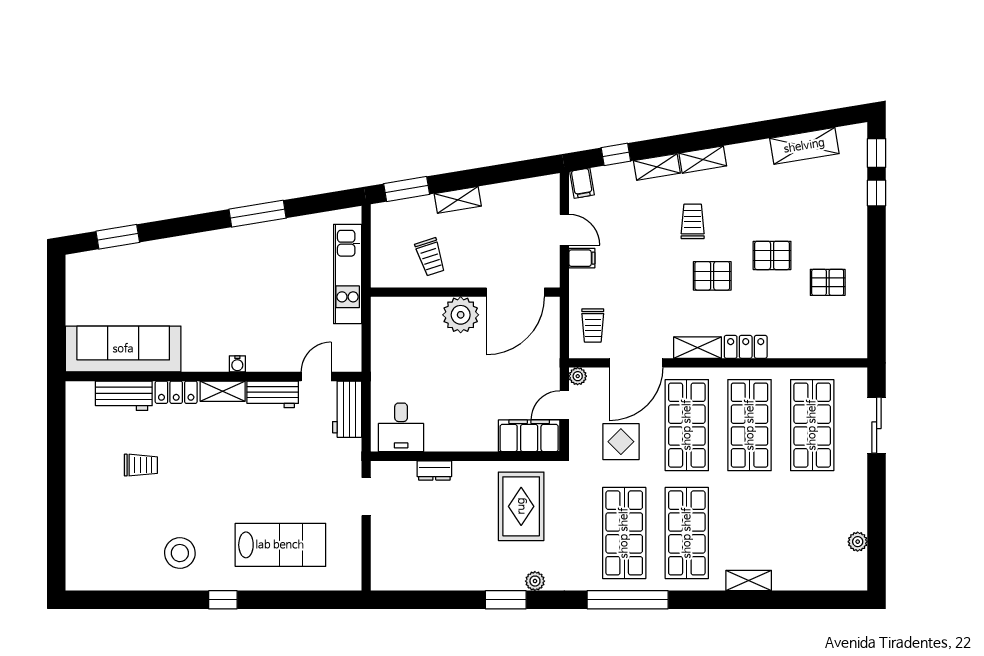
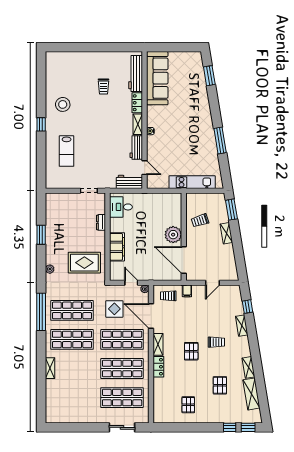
shelving: (703, 160) -> (249, 367), moved
filing cabinet: (582, 183) -> (234, 291), removed
pallet: (772, 255) -> (220, 385), moved
filing cabinet: (582, 258) -> (187, 291), moved
workbench: (124, 396) -> (136, 74), width x1.38
filing cabinet: (529, 436) -> (117, 247), moved
plant: (858, 542) -> (68, 419), removed
lab bench: (280, 545) -> (67, 151), width x0.73, depth x0.72
window: (506, 600) -> (41, 235), moved

